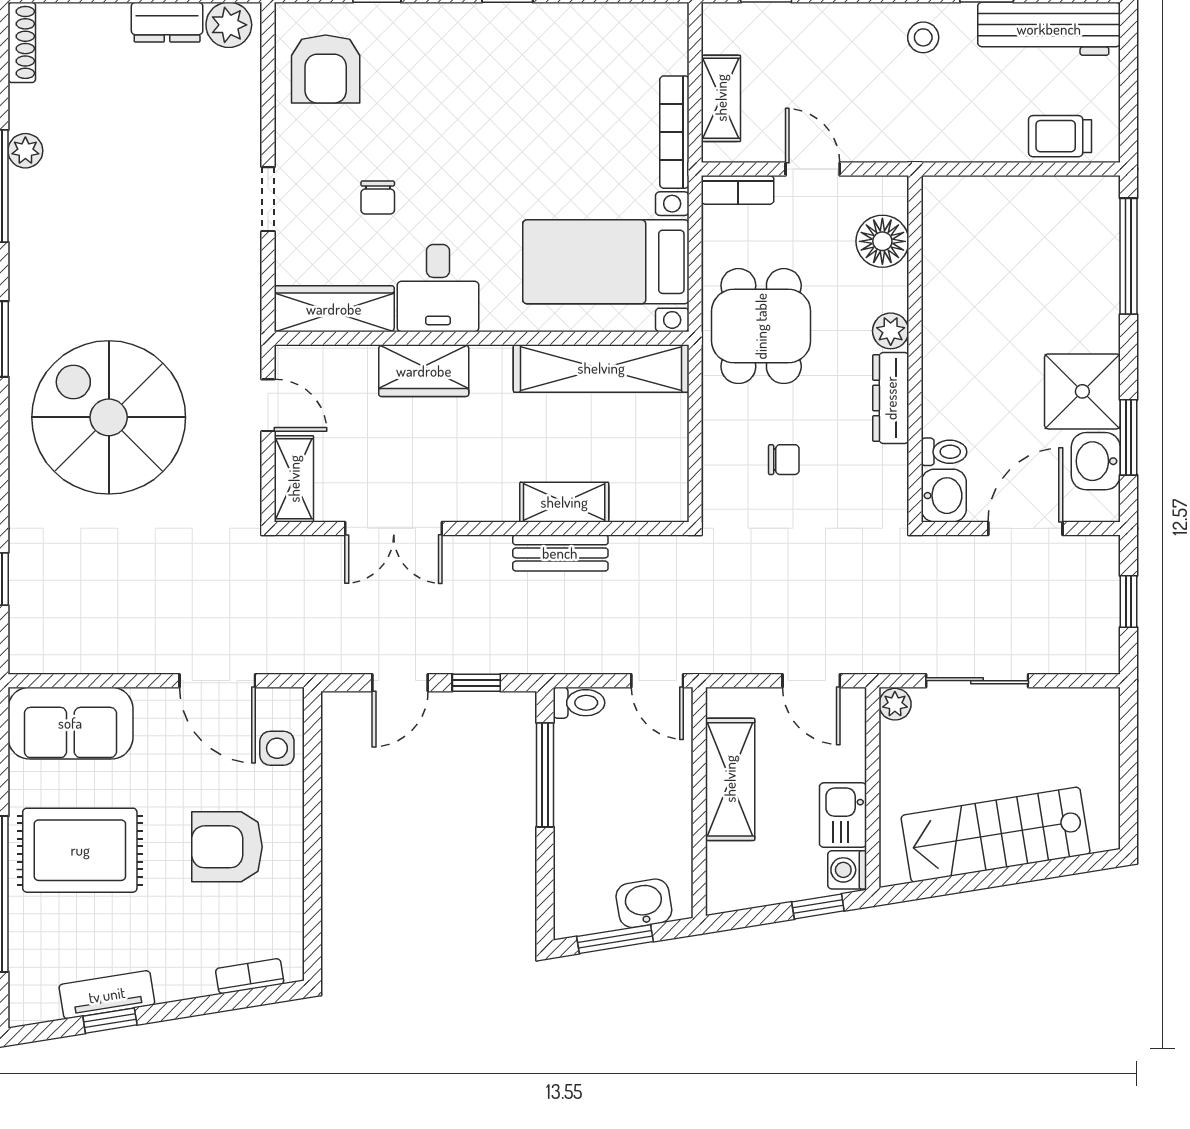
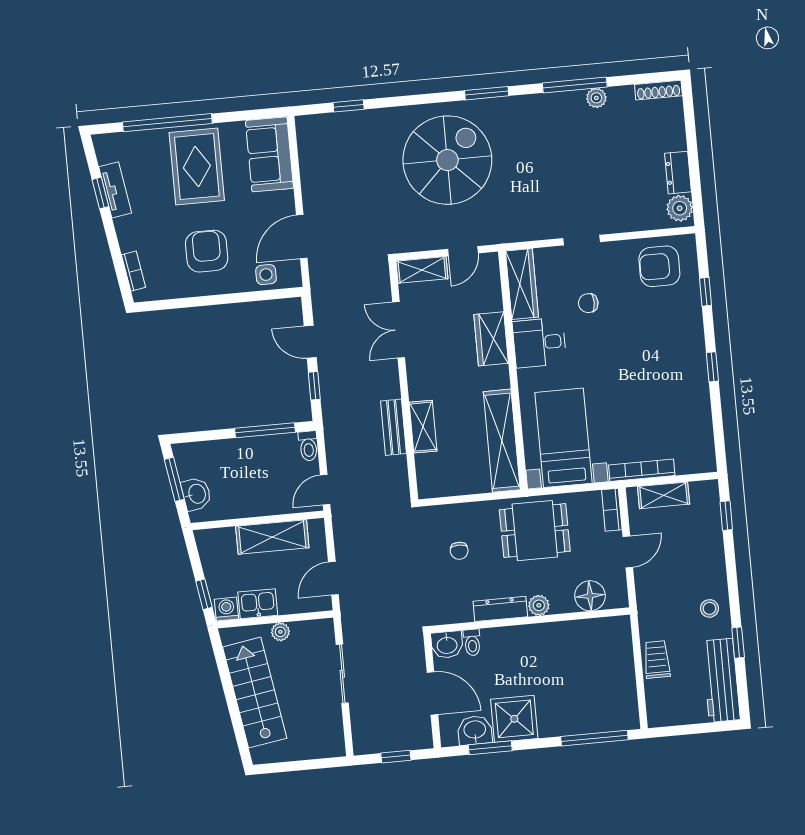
trolley: (1060, 136) -> (657, 659), moved
plant: (895, 704) -> (280, 632), moved

